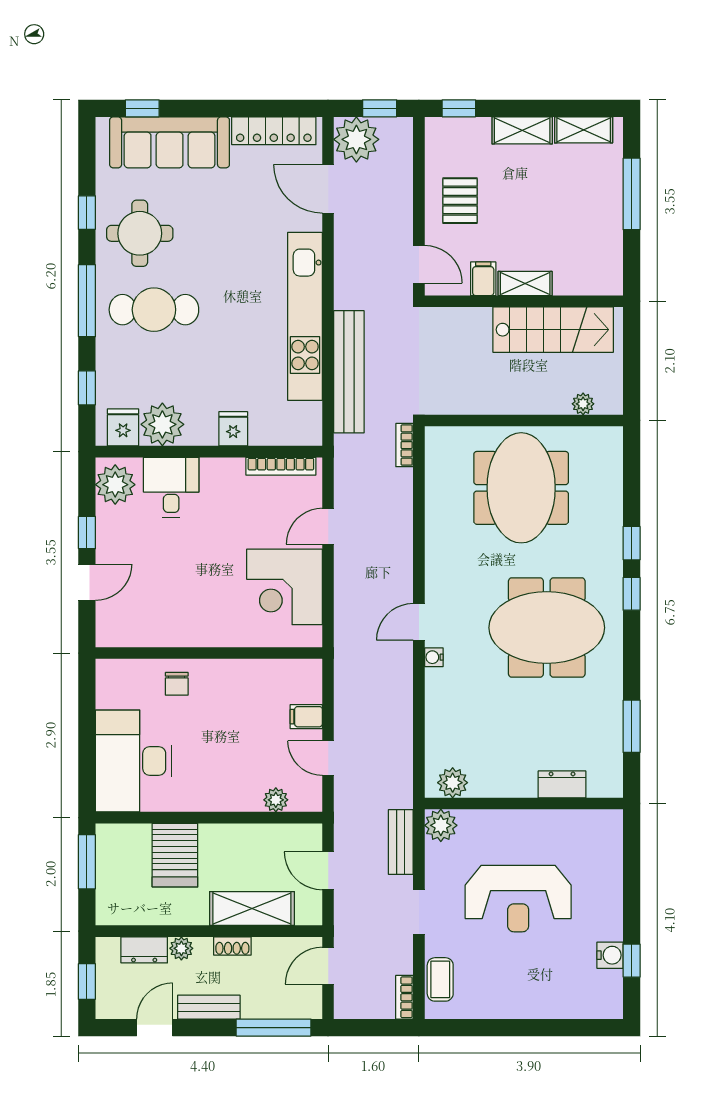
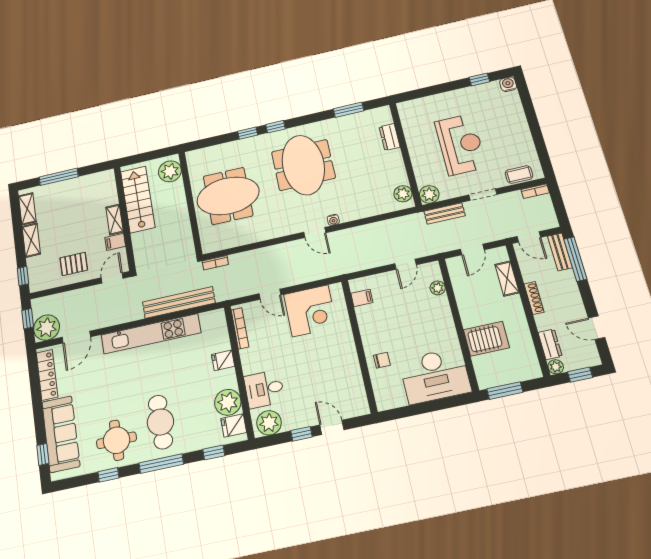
plant: (583, 404) -> (170, 171), width x1.88, depth x1.88
filing cabinet: (306, 717) -> (362, 298), moved, turned -90
shelving: (252, 908) -> (507, 279), width x0.67, depth x0.75
shoe rack: (232, 946) -> (534, 298), width x1.43
plant: (181, 948) -> (556, 367), moved
water cooler: (610, 955) -> (508, 84), moved
bench: (209, 1007) -> (560, 252), moved

